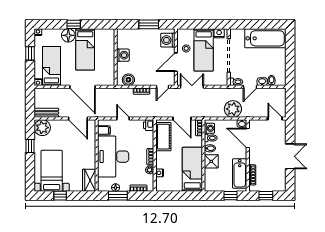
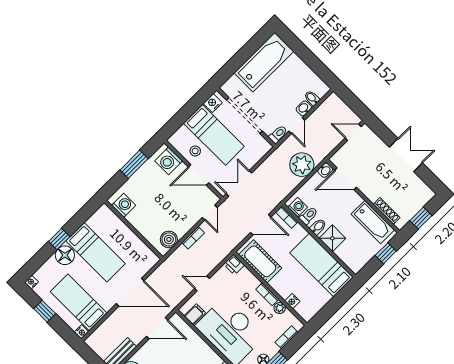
washing machine: (123, 55) -> (124, 205), moved
door: (176, 62) -> (199, 175), hinge flipped

